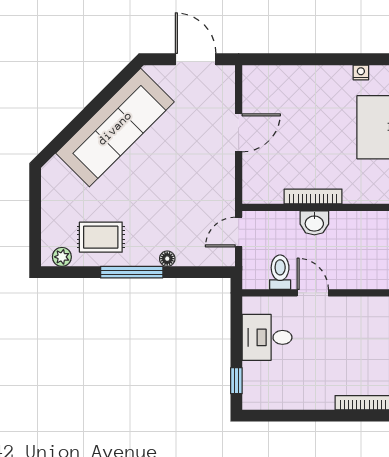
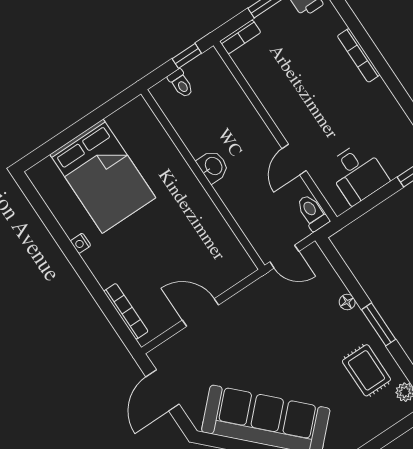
bookcase: (313, 196) -> (126, 311), moved, turned 180
washbasin: (314, 223) -> (213, 166), moved
window: (132, 272) -> (379, 324), width x0.69
toilet: (280, 272) -> (312, 213), moved, turned 90

